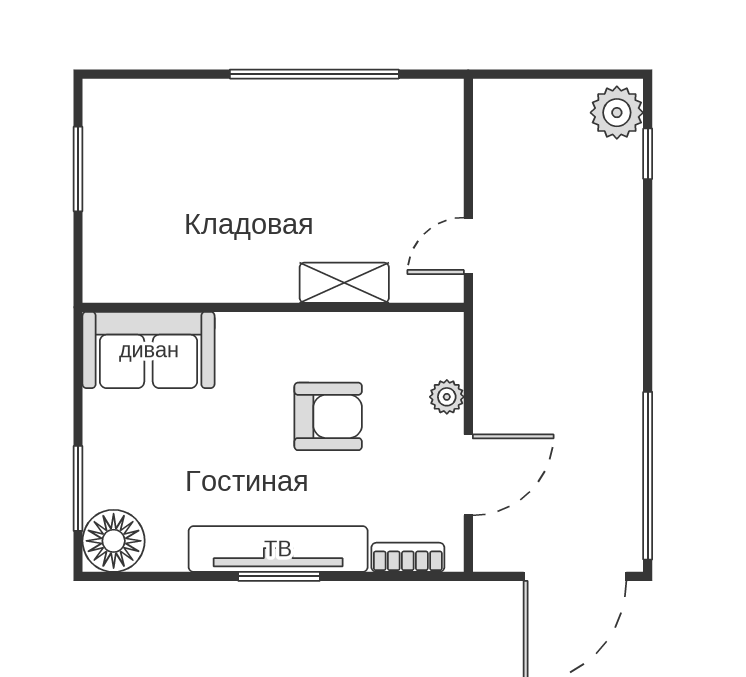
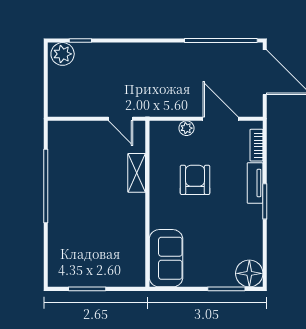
tv unit: (278, 549) -> (255, 183), width x0.52, depth x0.78

